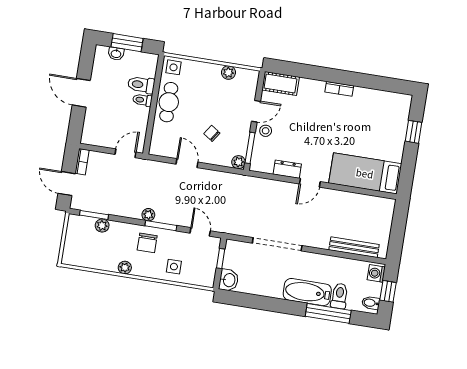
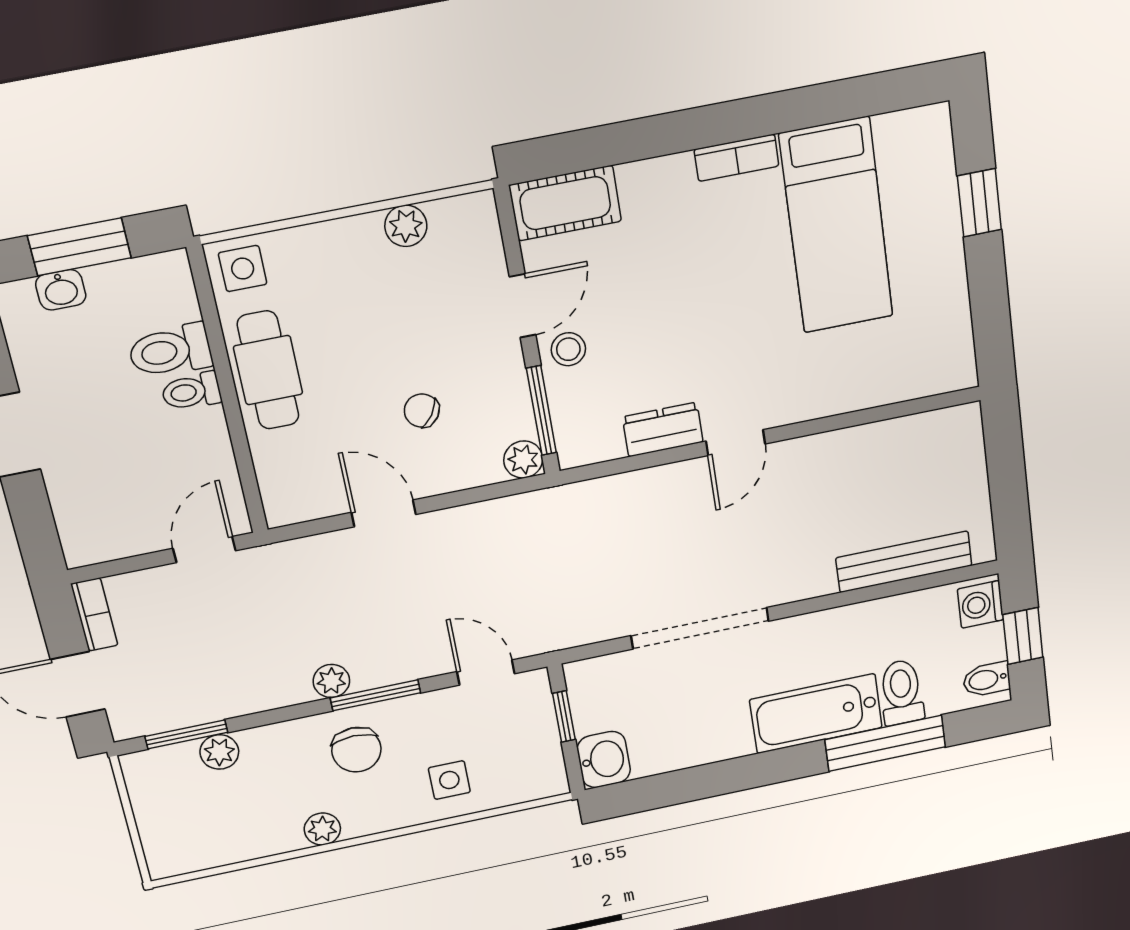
bed: (365, 173) -> (836, 226), moved, turned -90

